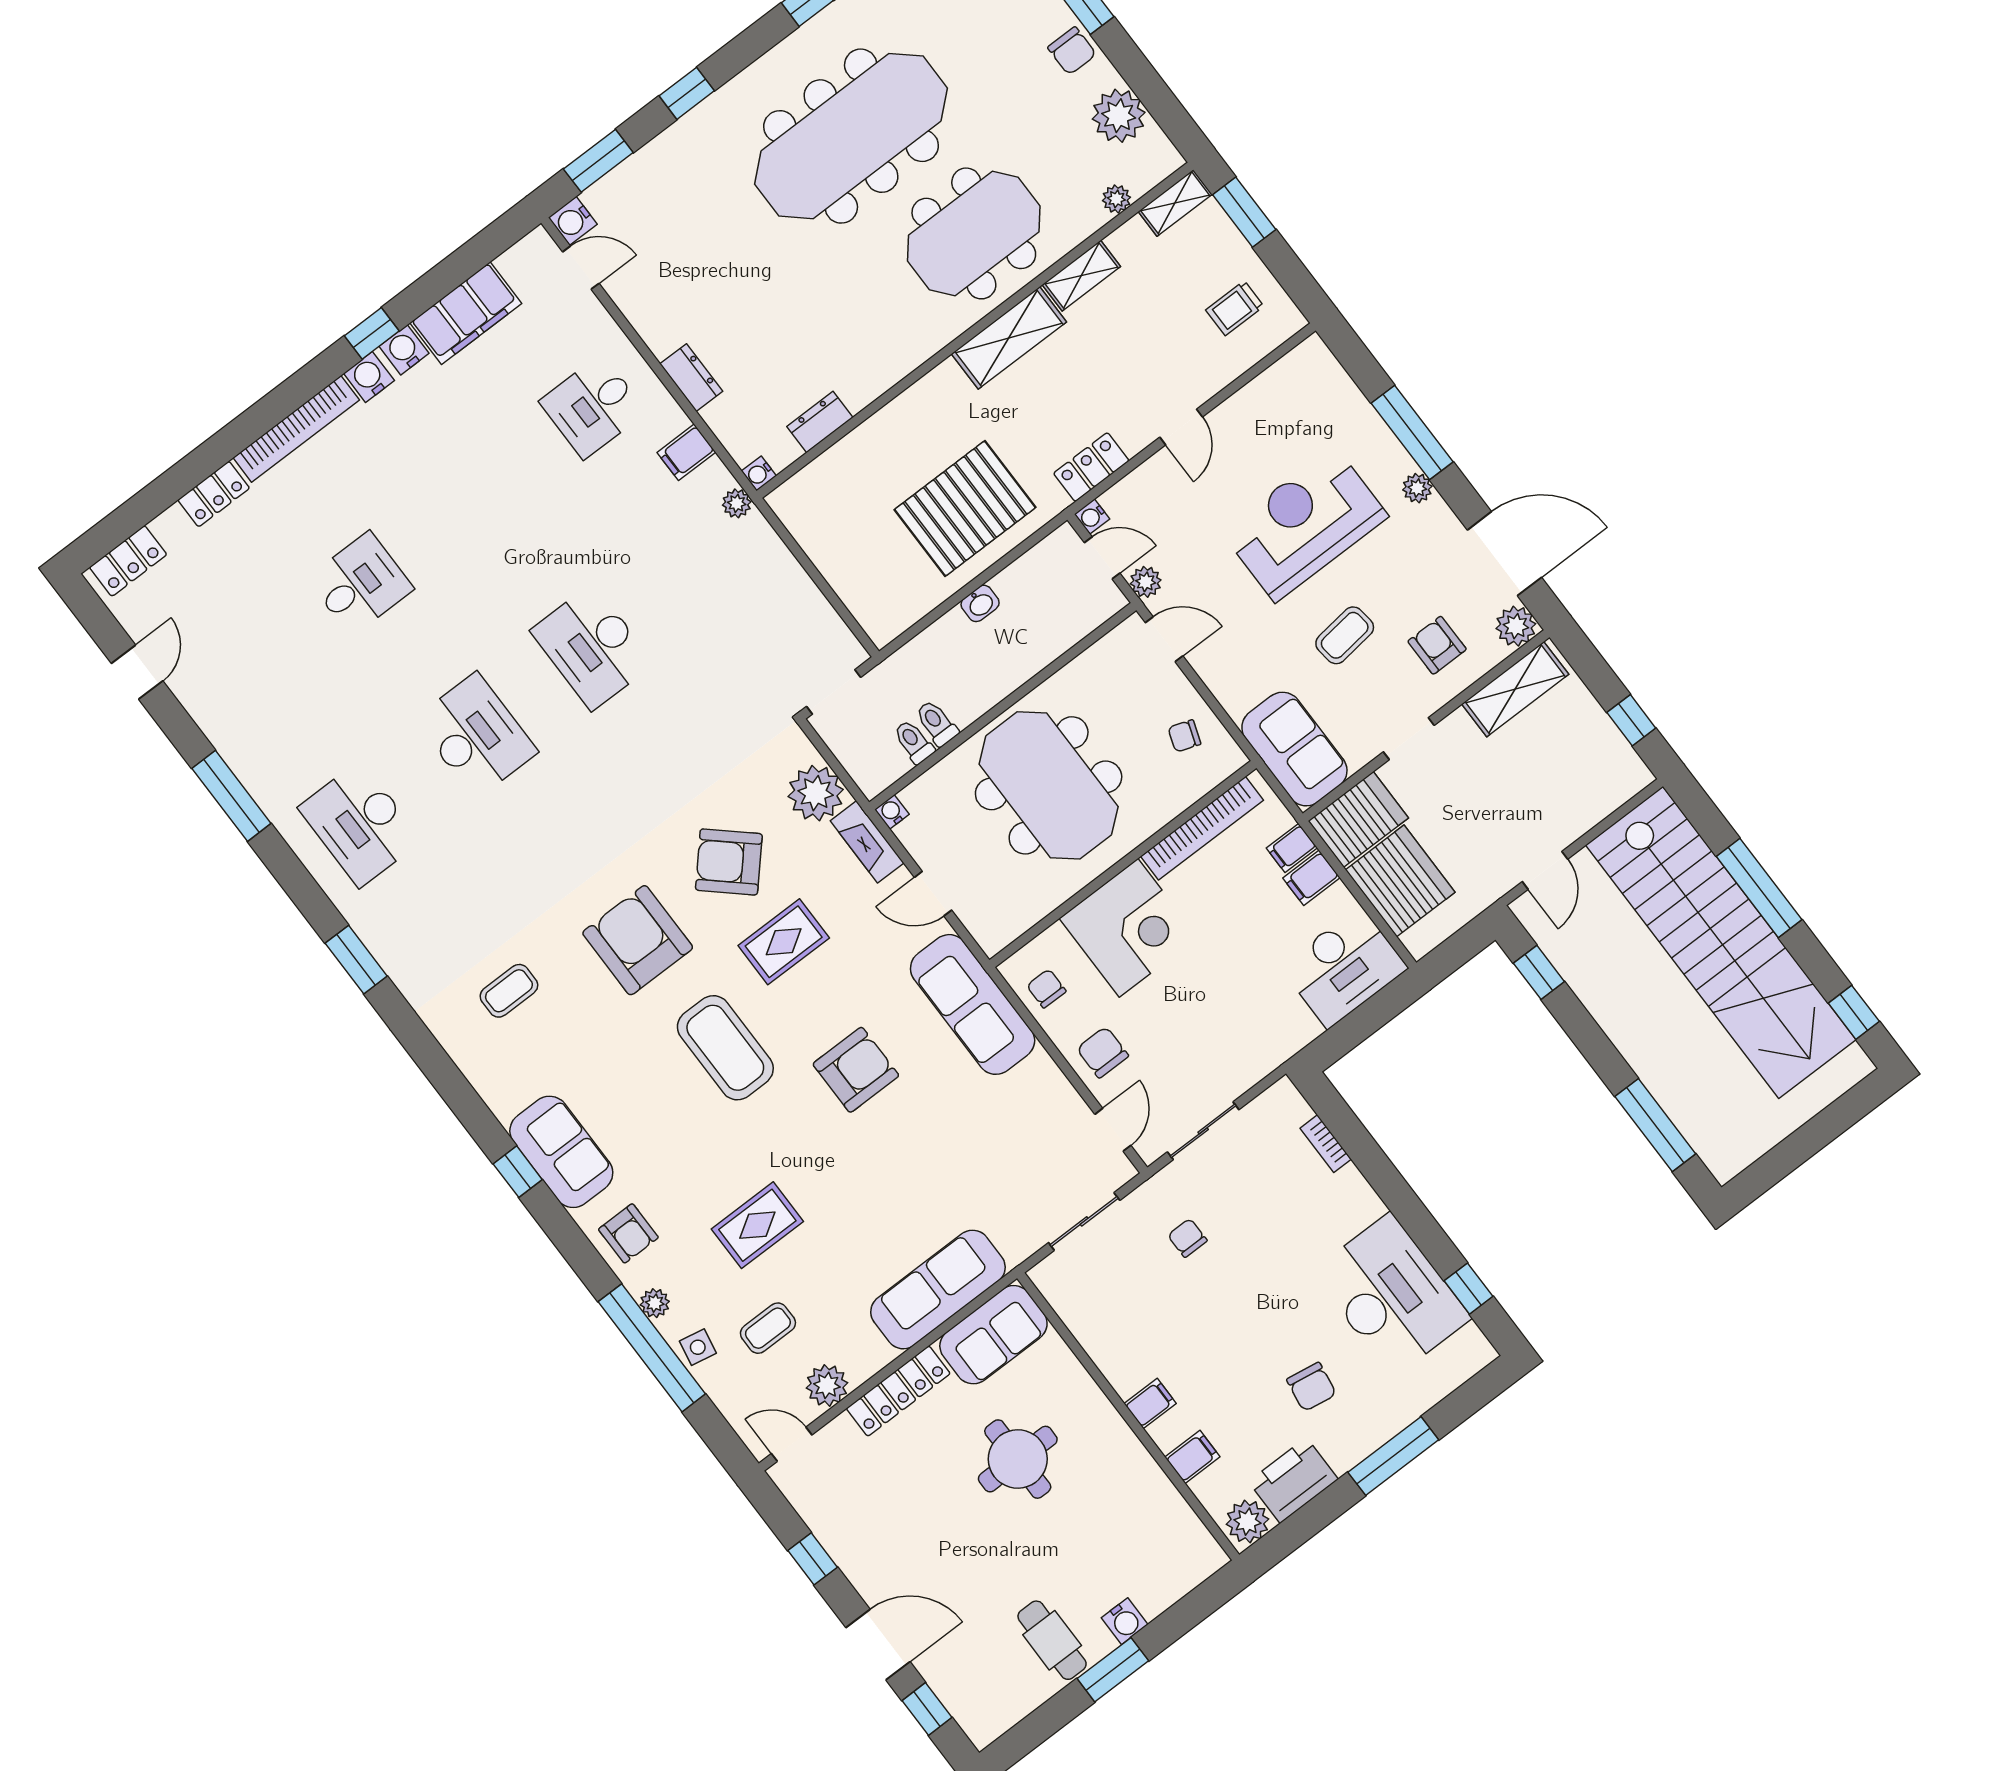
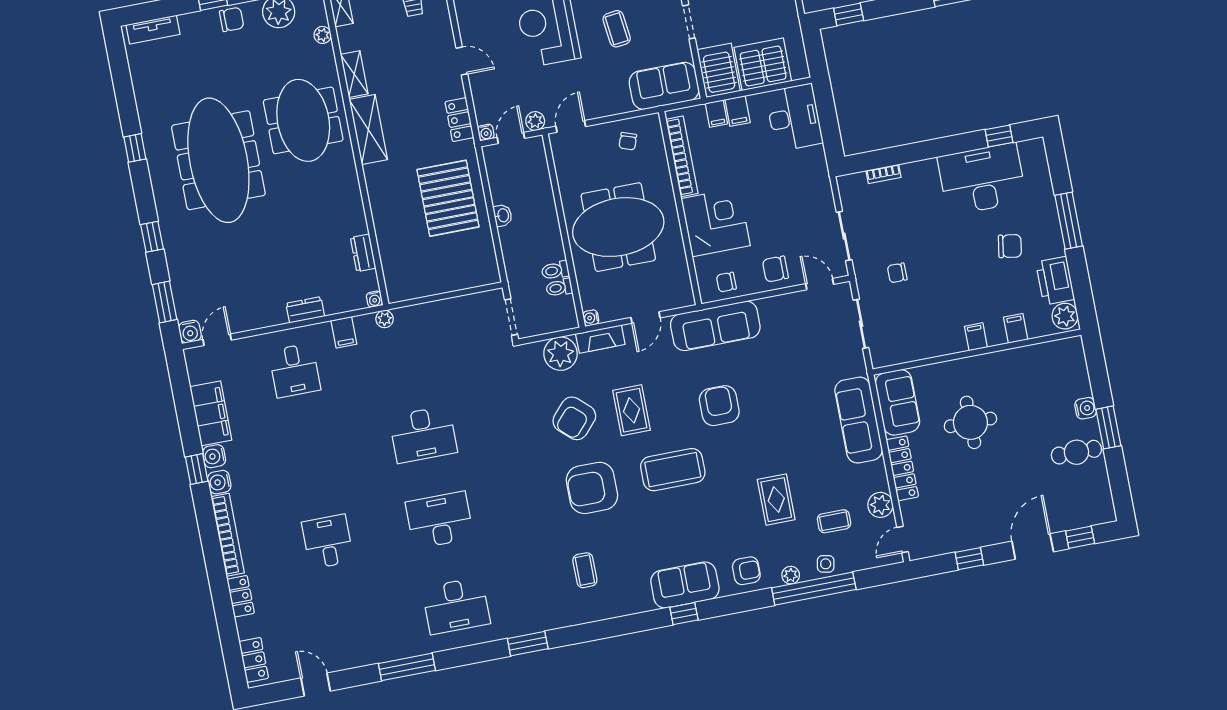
coffee table: (768, 1328) -> (834, 521), turned 90

